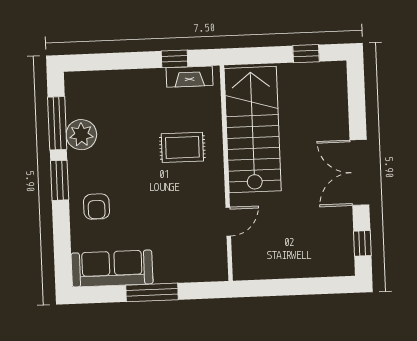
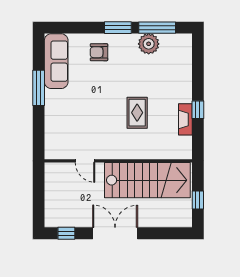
stairs: (253, 130) -> (147, 180), moved
wall: (226, 173) -> (118, 161), moved
door: (228, 222) -> (85, 161), moved

